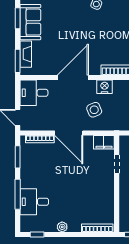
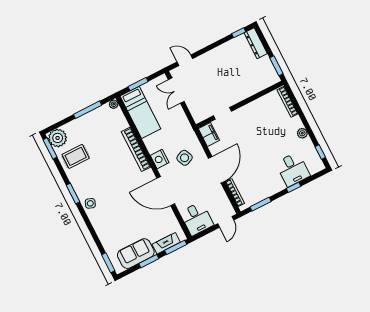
window: (18, 18) -> (149, 261), moved
window: (18, 194) -> (294, 187), width x0.46

